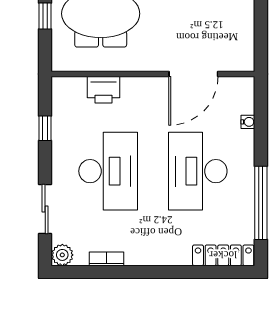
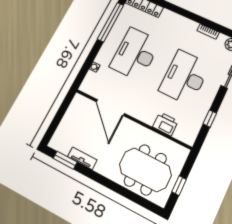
door: (193, 74) -> (110, 108), swing flipped
desk: (198, 171) -> (135, 54), turned 180

